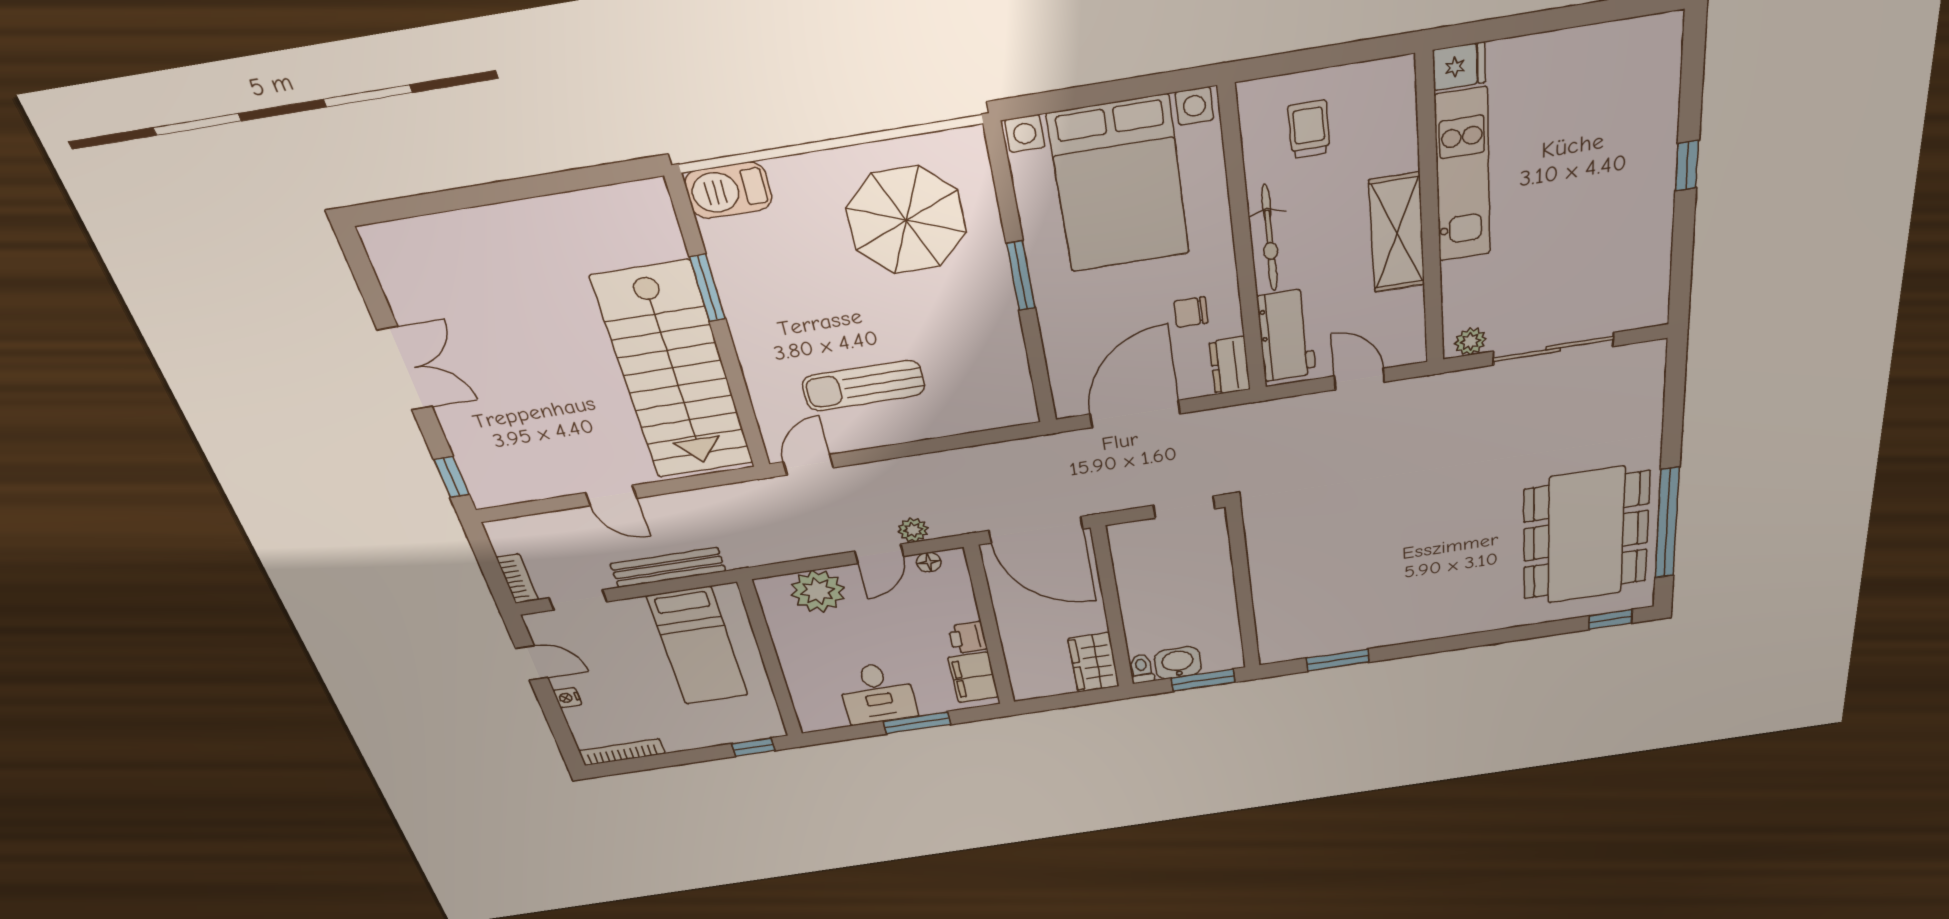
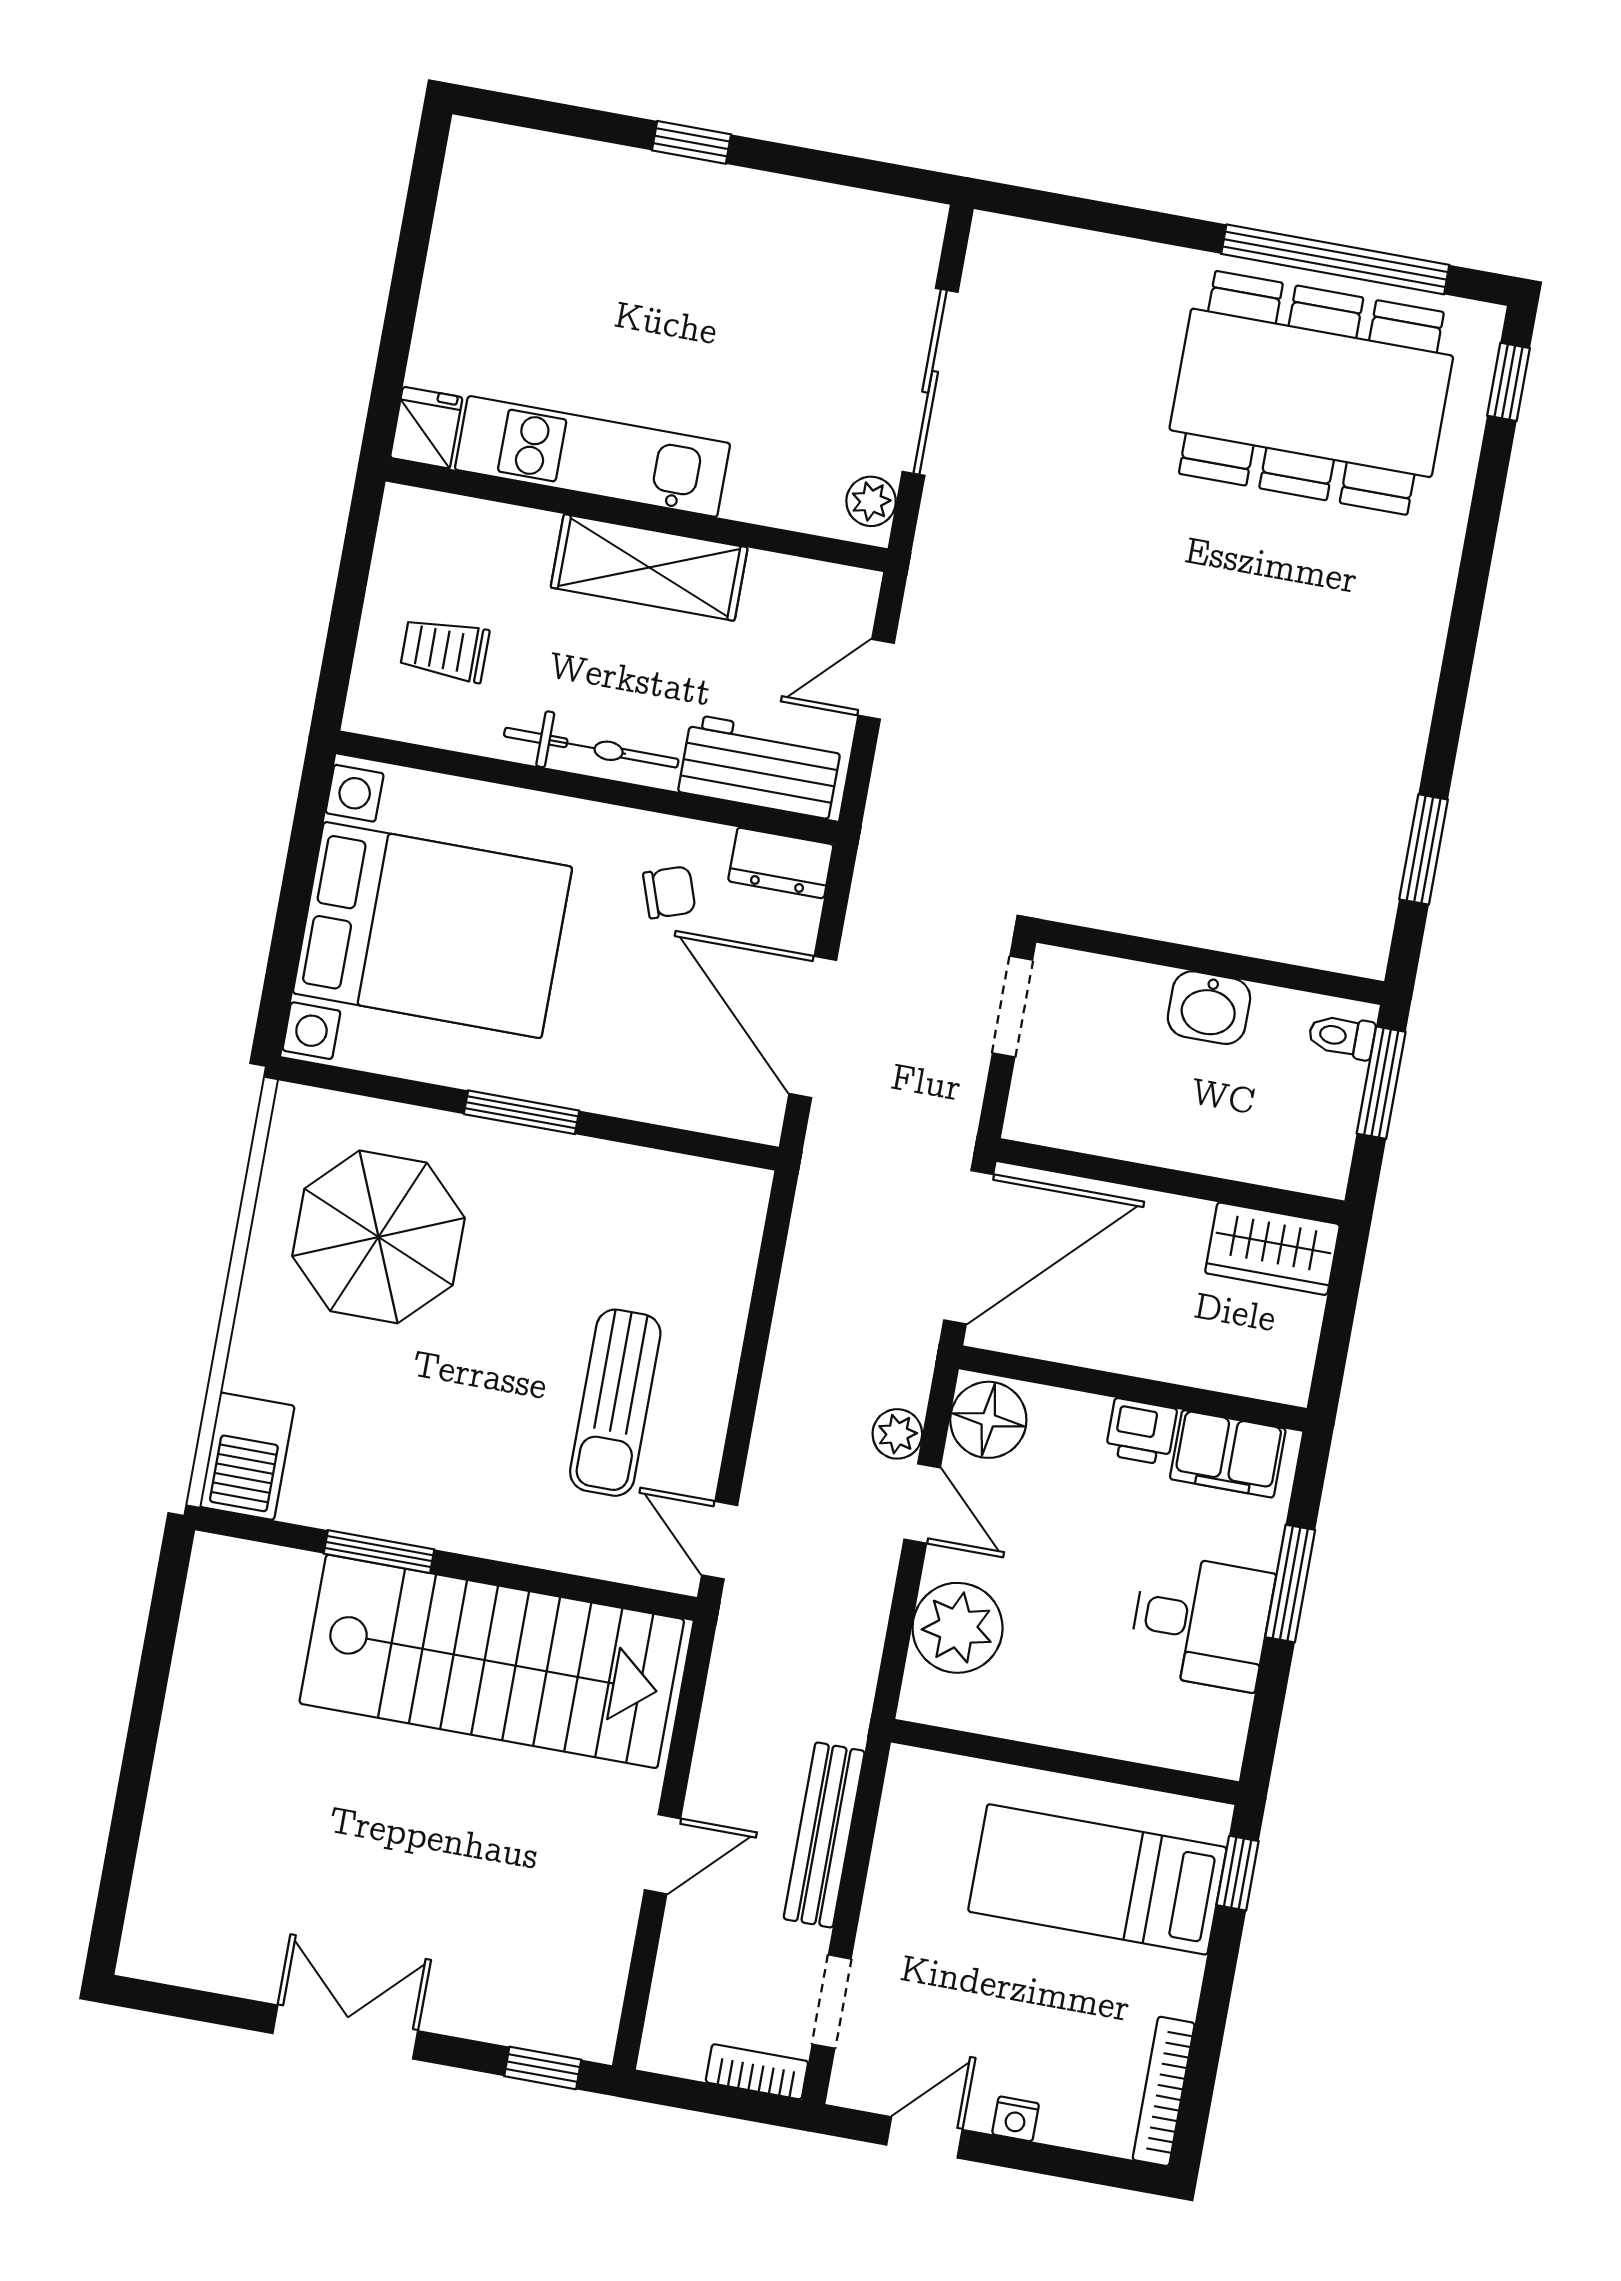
chair: (1191, 312) -> (669, 892), turned -109
floor lamp: (929, 562) -> (988, 1420), width x1.89, depth x1.89
bed: (698, 646) -> (1097, 1879), moved, turned 180
washbasin: (1178, 663) -> (1209, 1008), moved, turned -90
toilet: (1142, 669) -> (1342, 1036), moved

